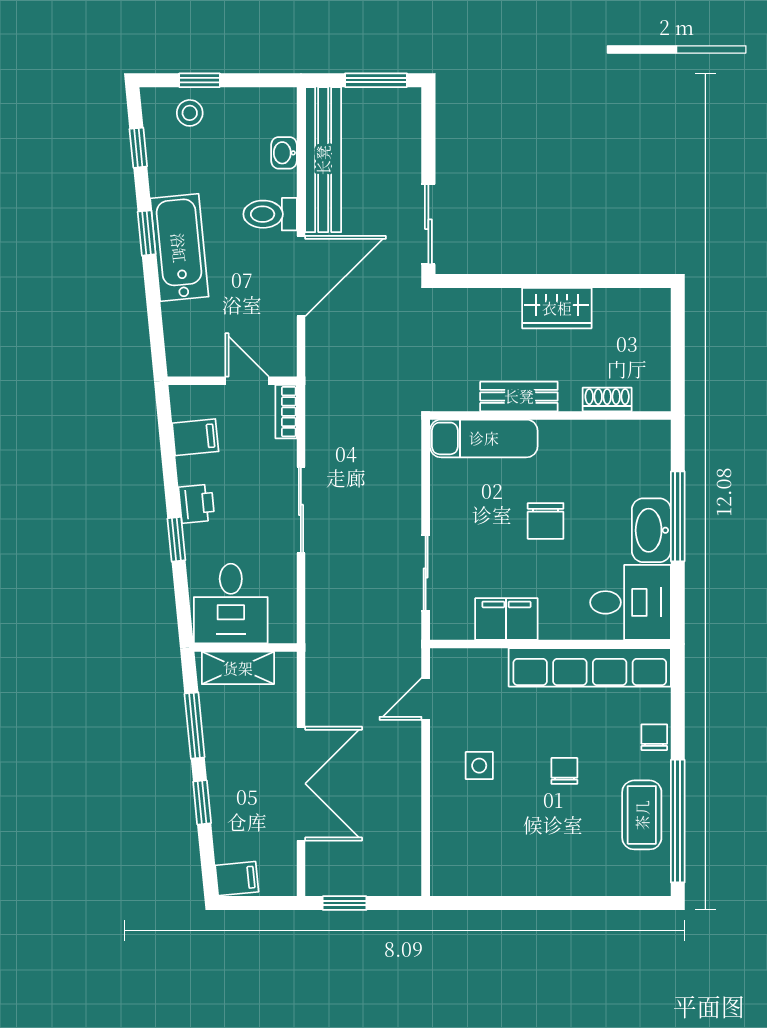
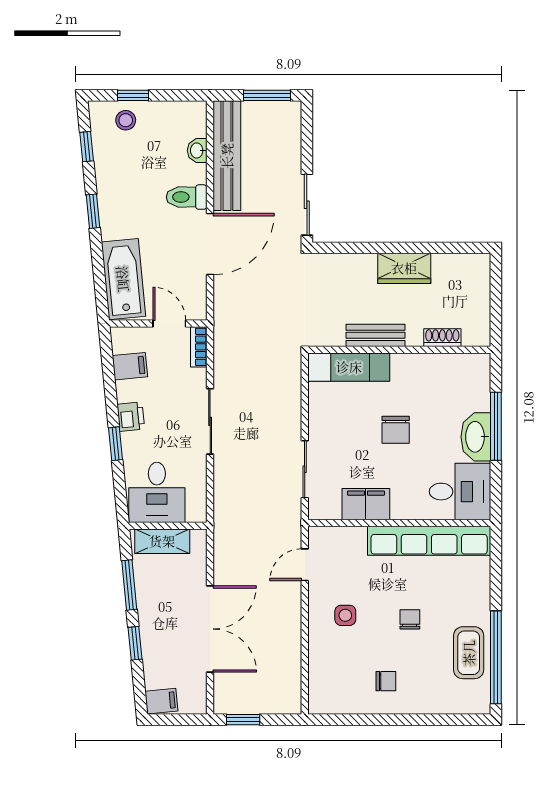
bathtub: (179, 248) -> (123, 279), moved
chair: (654, 737) -> (386, 681), moved, turned 90

